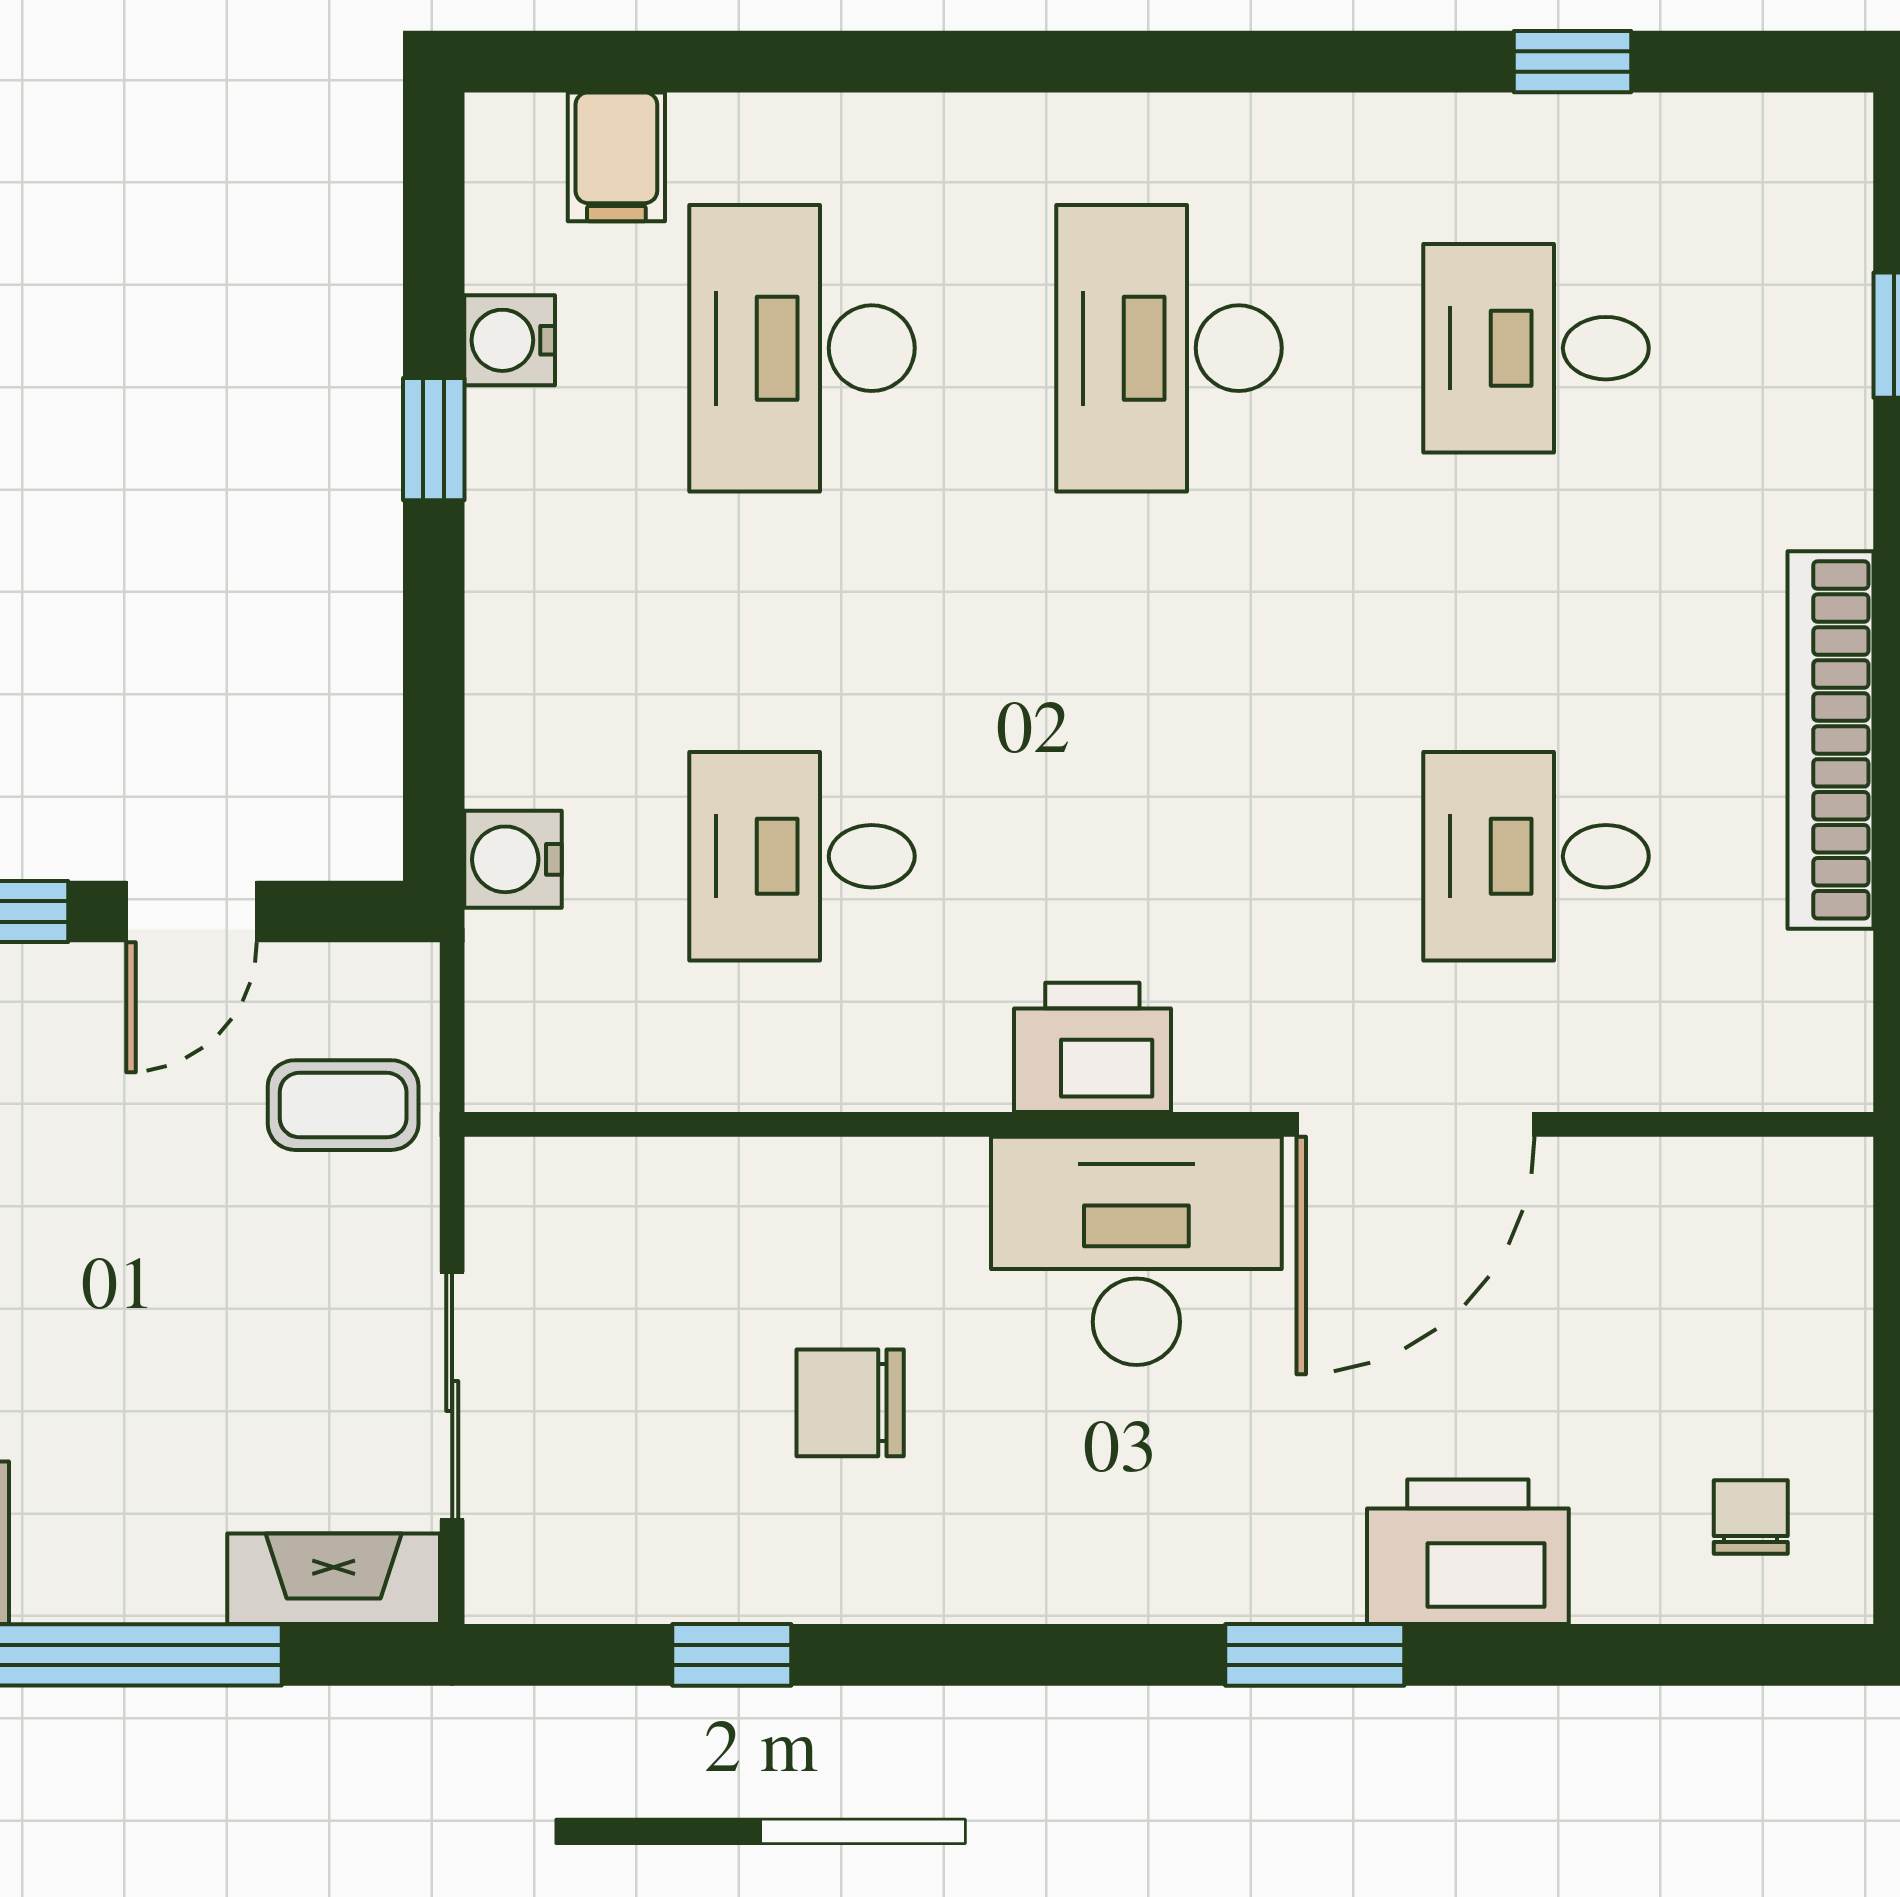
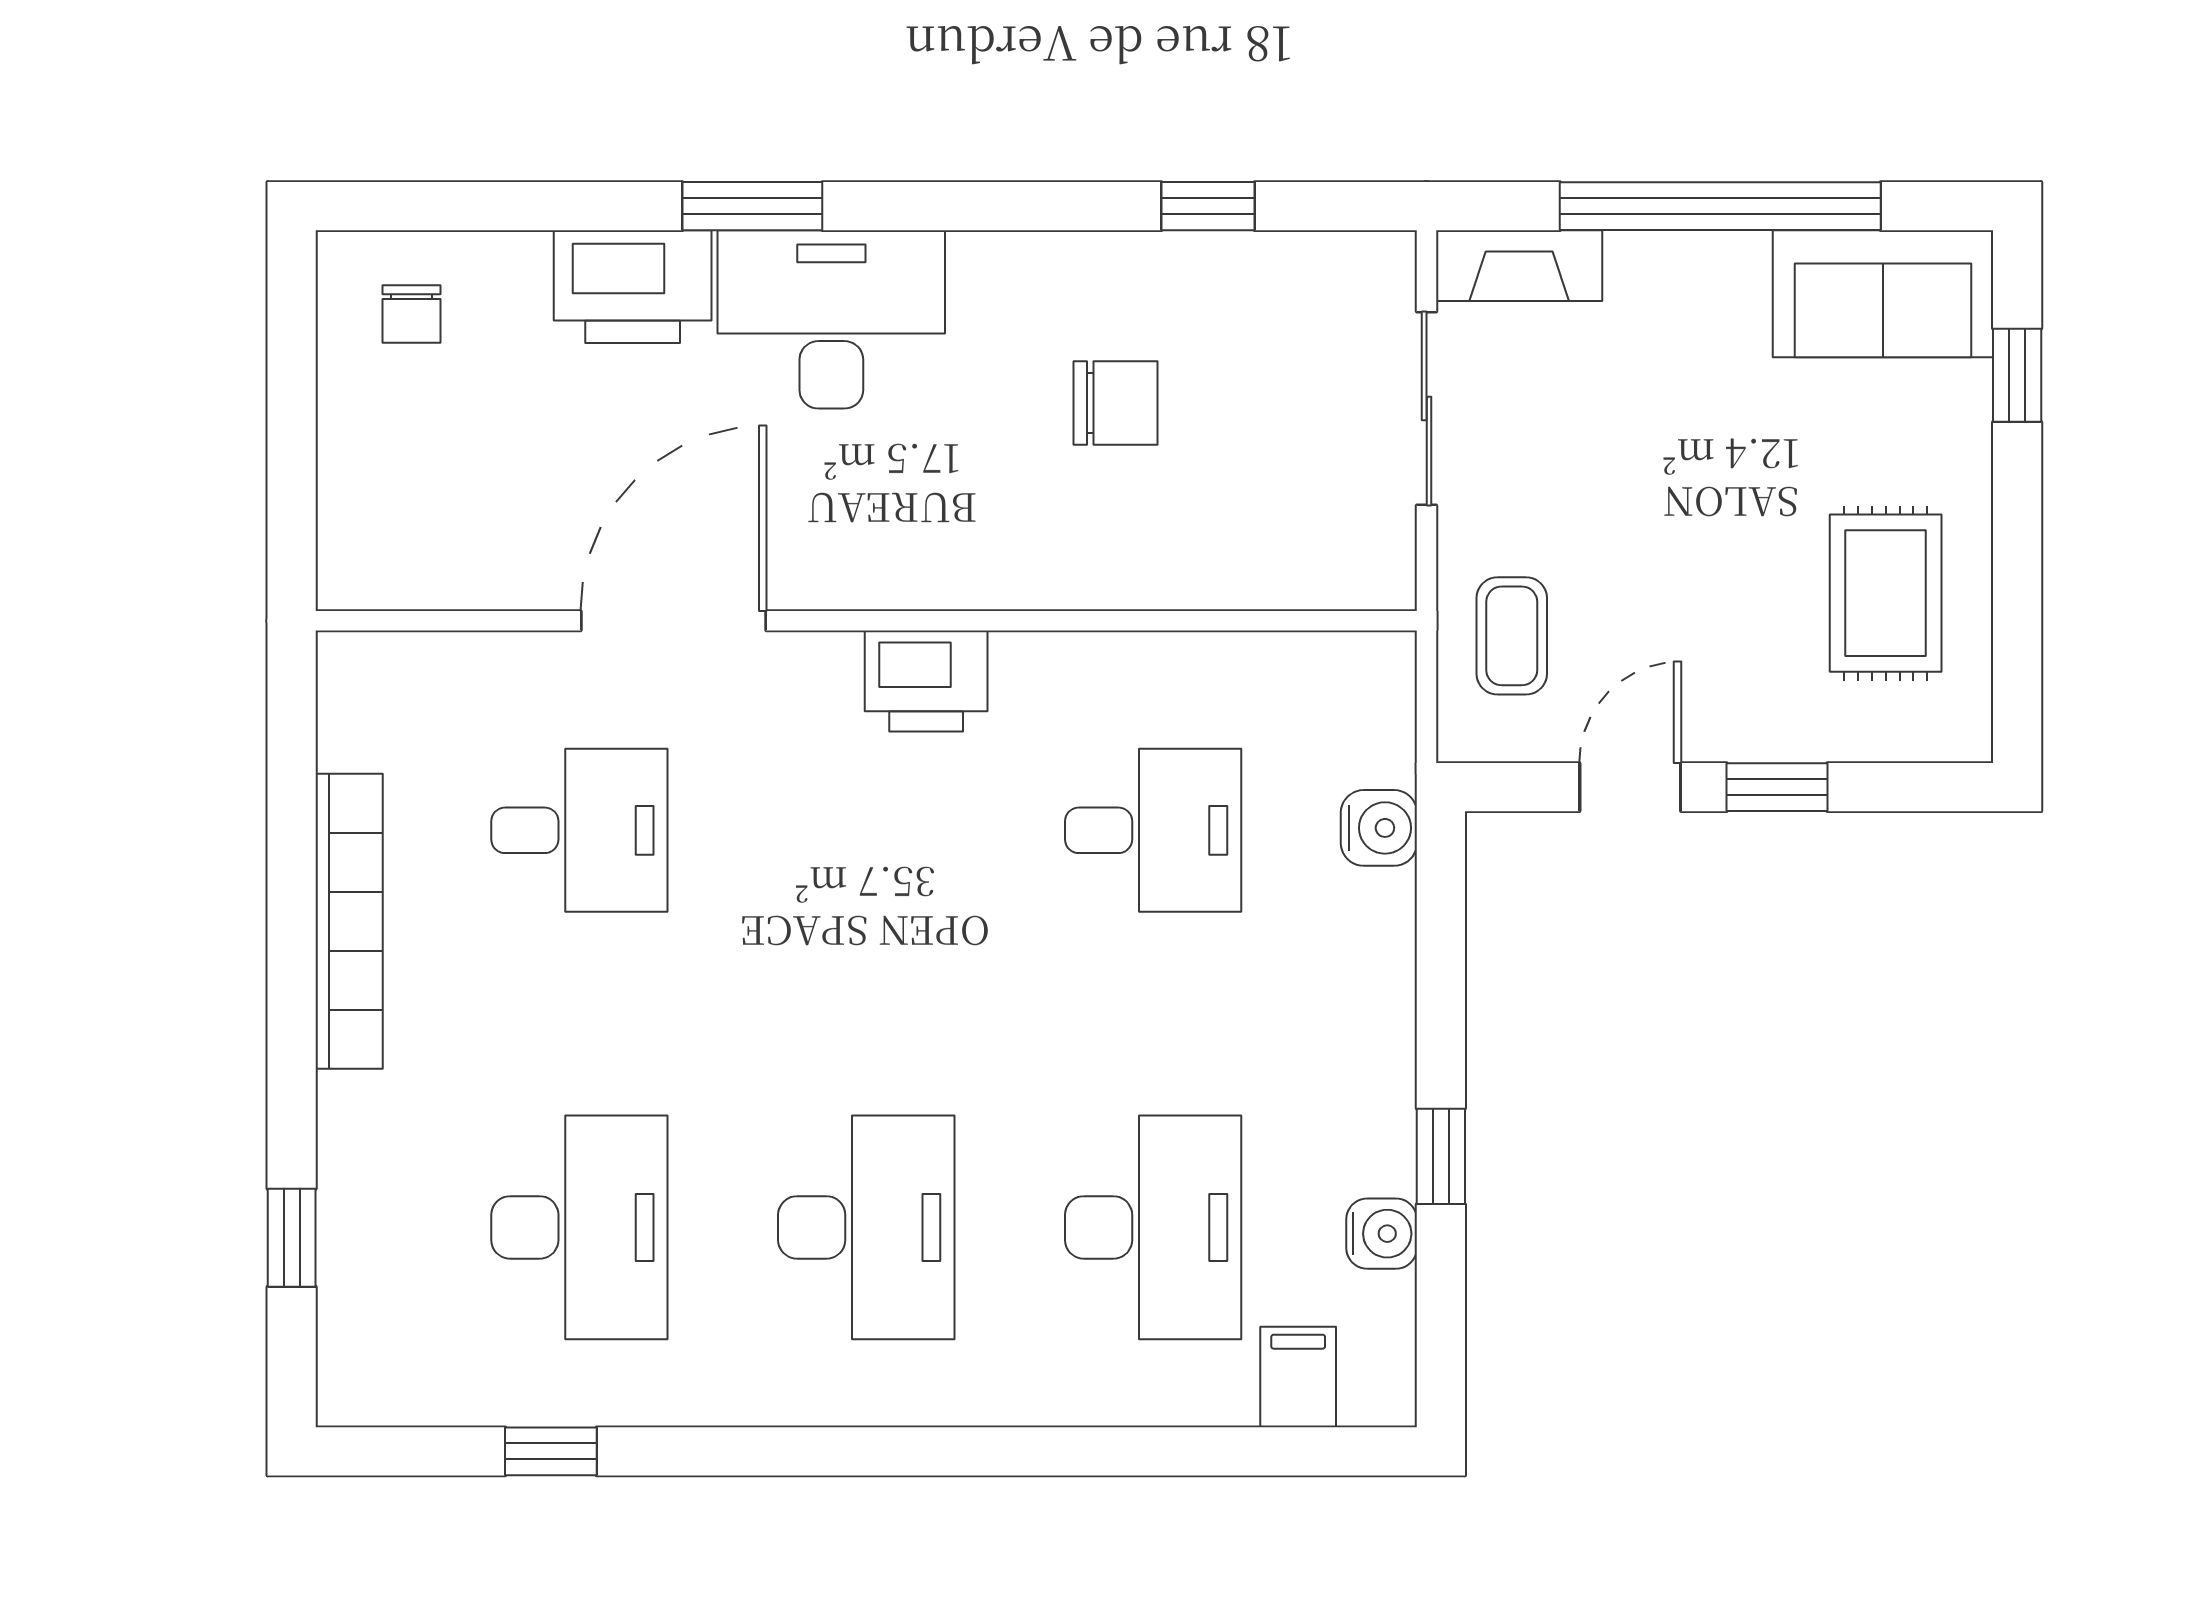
desk: (1536, 348) -> (579, 1227), width x1.37
coffee table: (343, 1105) -> (1512, 636), turned 90
desk: (1136, 1251) -> (831, 319), moved, turned 180

